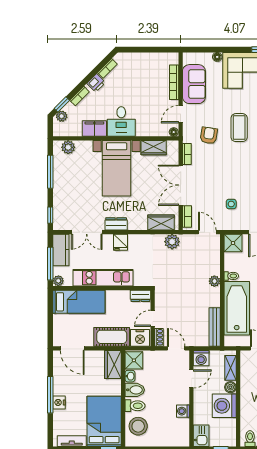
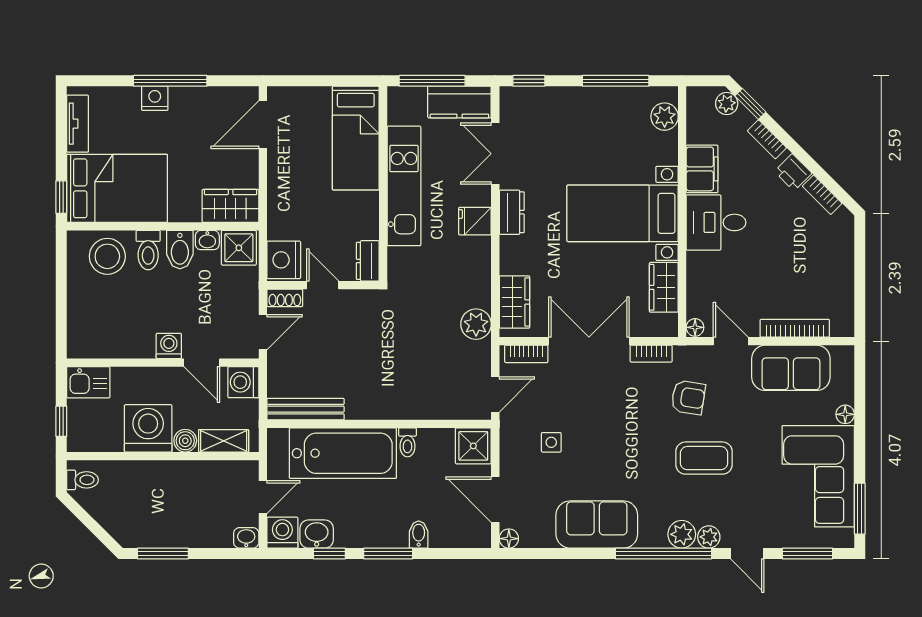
plant: (58, 281) -> (398, 97), removed
plant: (214, 281) -> (397, 409), removed
cot: (112, 337) -> (286, 204), removed
washing machine: (183, 411) -> (169, 346), moved

